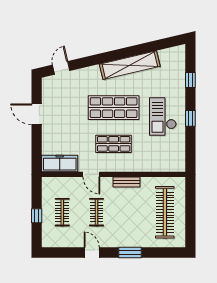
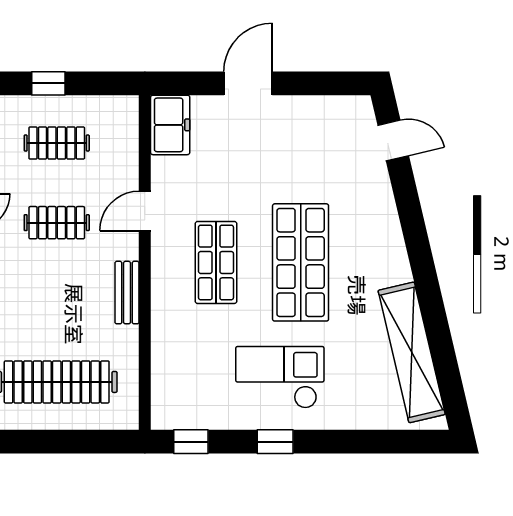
shelving: (130, 65) -> (412, 352), moved
window: (190, 80) -> (191, 442), moved
door: (37, 114) -> (248, 83), moved
freezer: (60, 164) -> (170, 125), width x0.71

